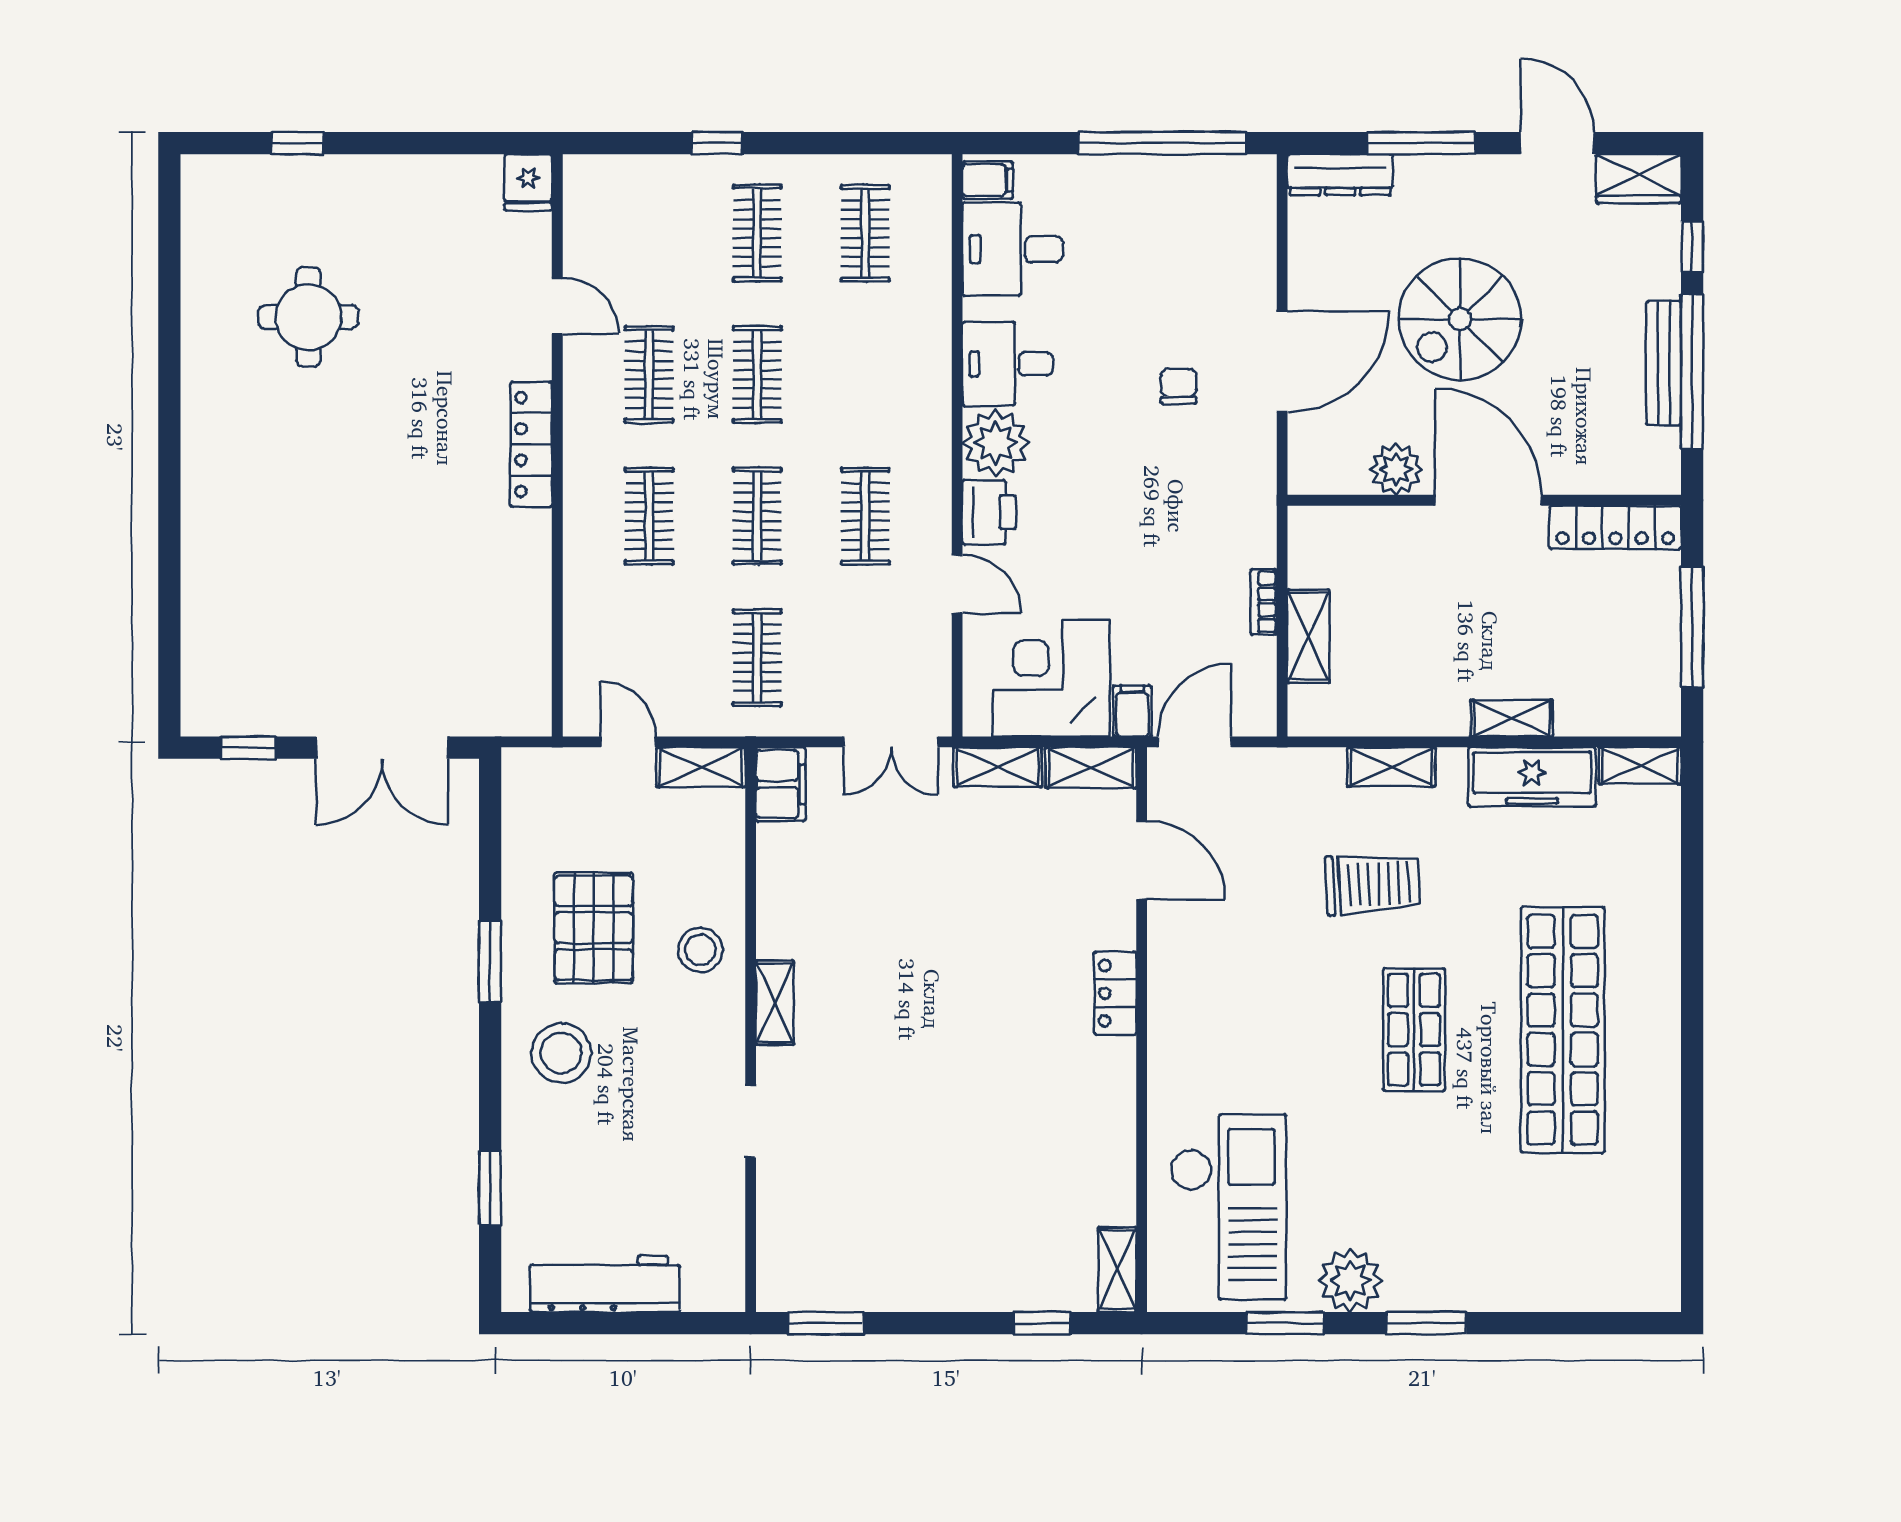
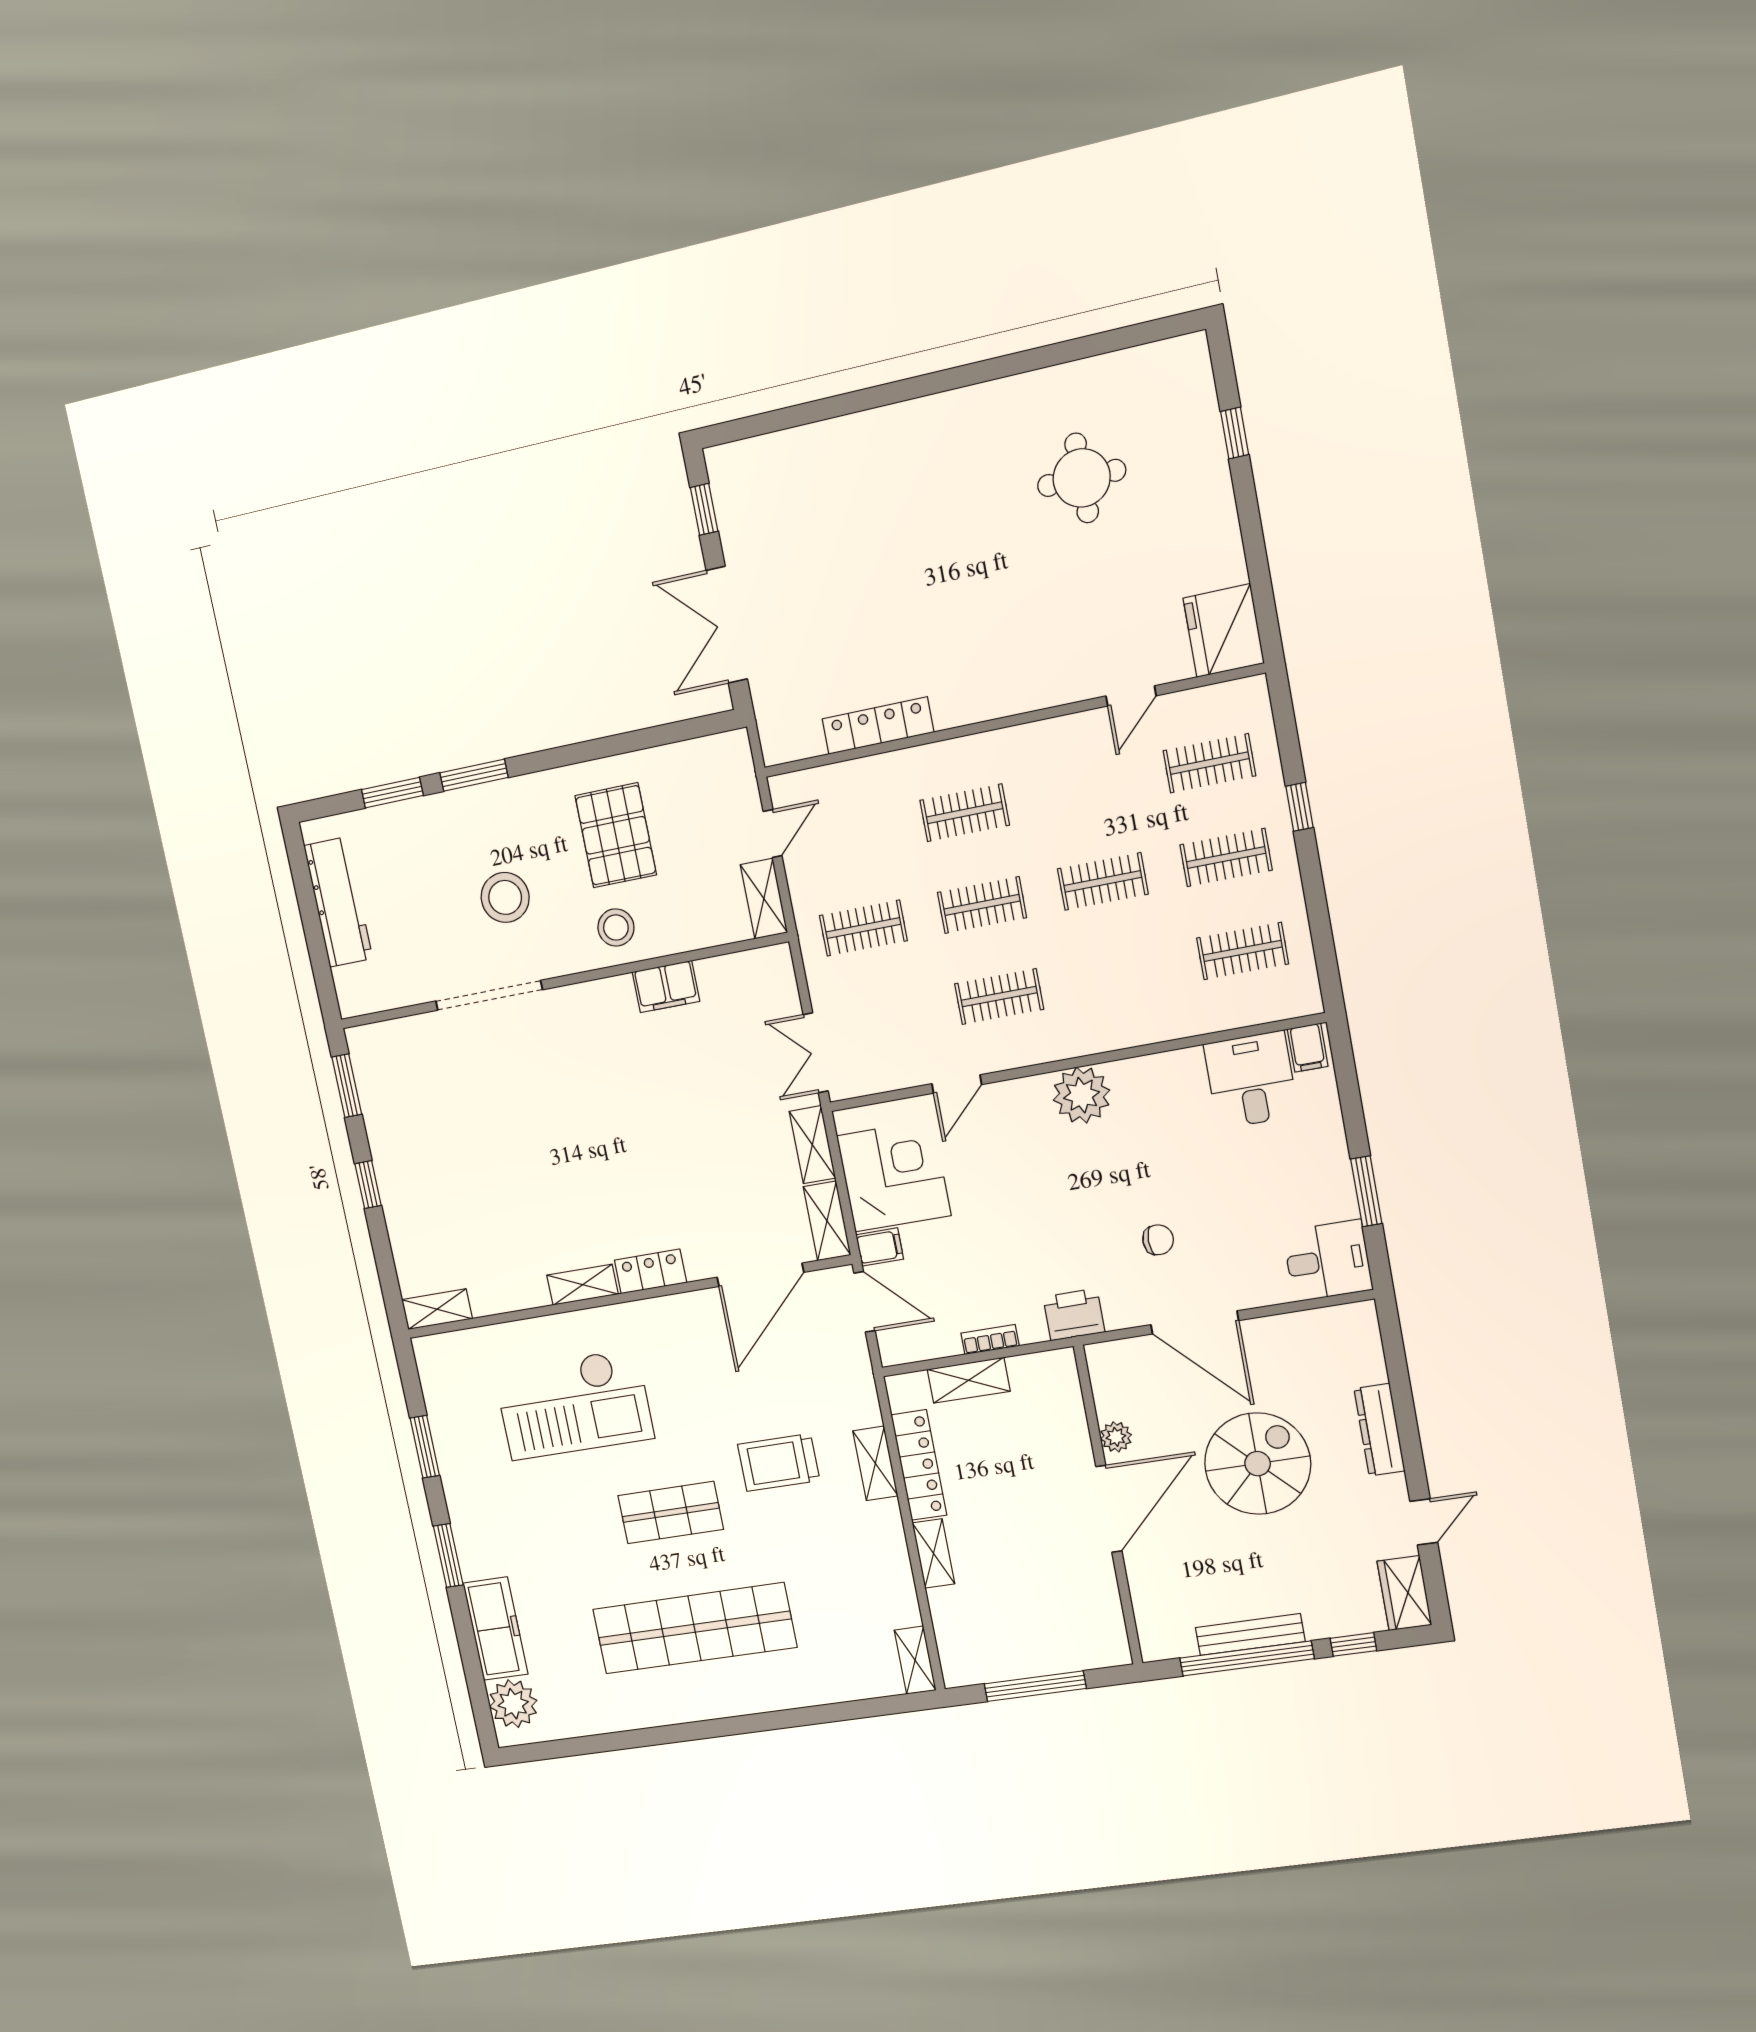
window: (1162, 143) -> (1366, 1191), width x0.47
window: (1421, 143) -> (1404, 1409), removed
door: (1557, 143) -> (1424, 1522), width x0.73
dresser: (1340, 175) -> (1379, 1430), moved
fridge: (528, 182) -> (1224, 631), width x1.88, depth x1.34
spiral stairs: (1460, 319) -> (1258, 1464), turned 90
desk: (1008, 364) -> (1328, 1261), moved, turned 90
clothes rail: (649, 375) -> (1209, 763), moved
locker: (531, 444) -> (878, 726), moved
plant: (1396, 469) -> (1116, 1437), width x0.73, depth x0.73
printer: (989, 512) -> (1074, 1315), moved, turned 180
locker: (1615, 527) -> (919, 1465), moved, turned 180
freezer: (1532, 777) -> (495, 1629), moved, turned 180
filing cabinet: (781, 784) -> (666, 987), moved
door: (1142, 860) -> (760, 1275), width x1.36
trolley: (1372, 884) -> (779, 1462), turned 93
pallet: (594, 928) -> (616, 835), turned 90
window: (490, 962) -> (474, 775), moved
shelving: (775, 1003) -> (583, 1285), moved
stool: (561, 1053) -> (505, 897), moved
doorway: (751, 1122) -> (489, 995), width x1.88
checkout: (1228, 1207) -> (574, 1404), moved
plant: (1350, 1280) -> (513, 1704), moved
window: (1042, 1323) -> (368, 1185), moved

